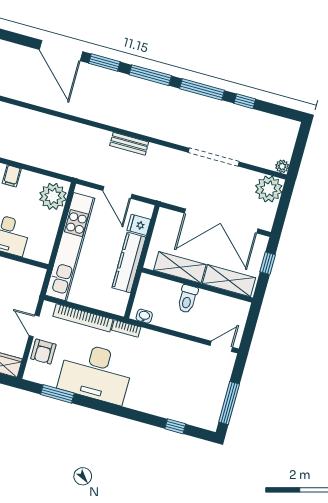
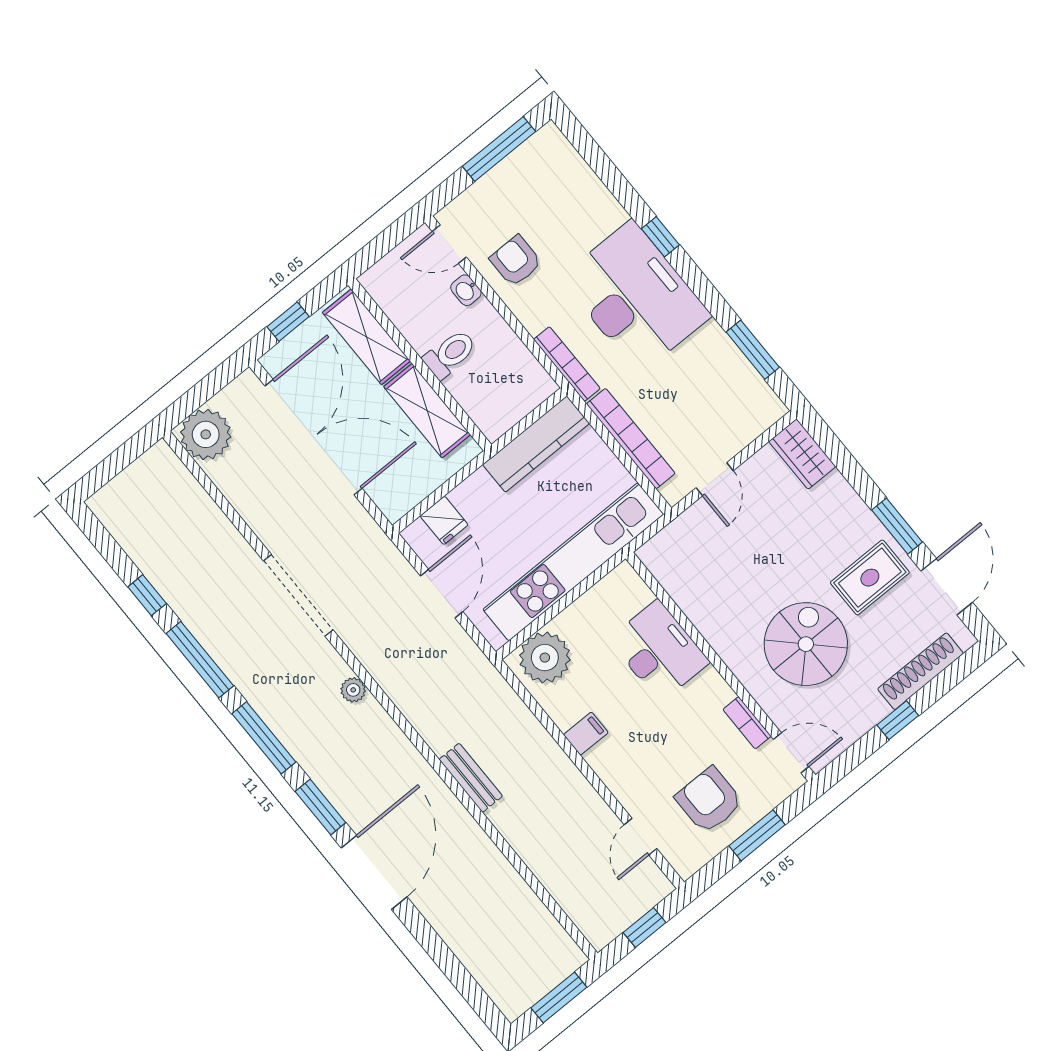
bench: (129, 144) -> (471, 778), moved
doorway: (214, 157) -> (298, 595), moved
plant: (282, 166) -> (353, 690), moved
kitchen counter: (129, 262) -> (536, 444), moved
washbasin: (144, 316) -> (466, 290), moved
bookcase: (126, 328) -> (567, 364), width x1.56
armchair: (43, 352) -> (516, 261), moved, turned -90
desk: (96, 373) -> (635, 297), moved
window: (175, 426) -> (660, 237), moved

